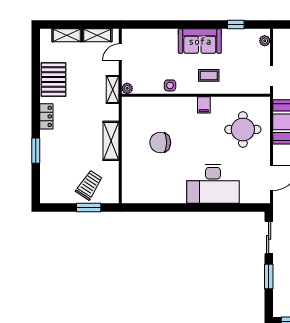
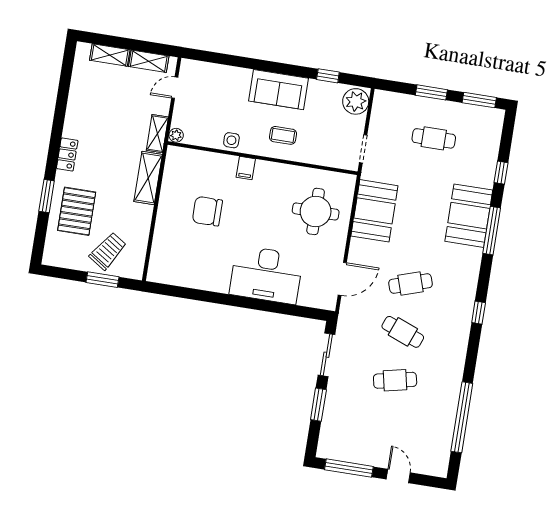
plant: (265, 41) -> (356, 101), width x1.87, depth x1.87
pallet: (53, 79) -> (77, 211), moved
filing cabinet: (204, 105) -> (246, 168), moved
shelving: (111, 141) -> (148, 178), moved

